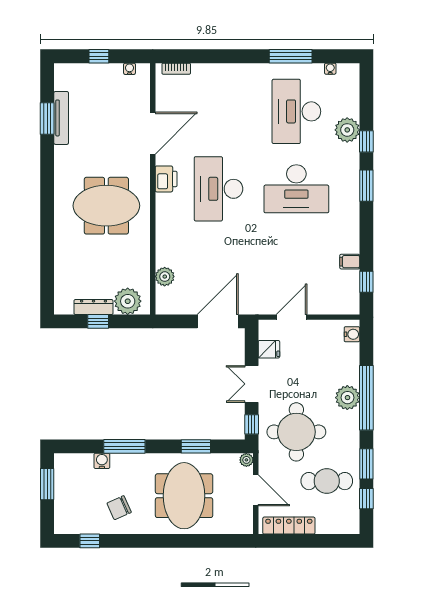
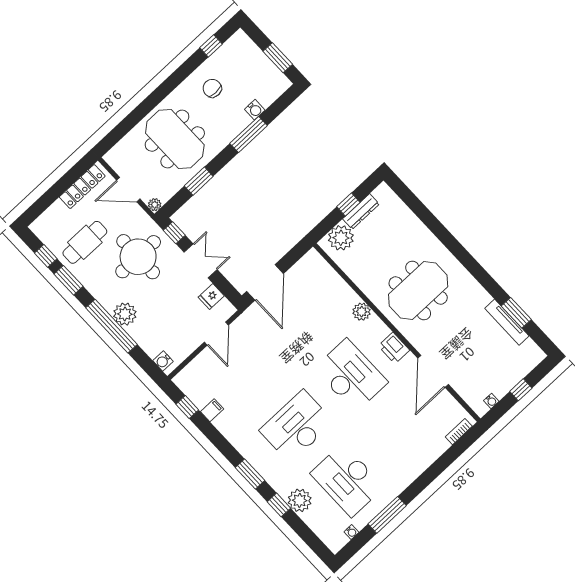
desk: (296, 111) -> (347, 480), turned 180
plant: (165, 277) -> (362, 312), moved
chair: (119, 508) -> (212, 88), turned -66

